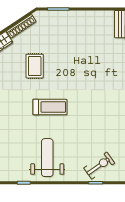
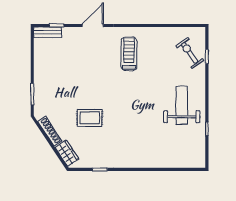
treadmill: (50, 107) -> (129, 54), moved
weight bench: (47, 158) -> (182, 105), turned 90

